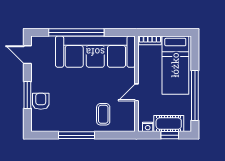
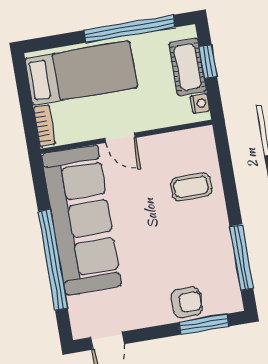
door: (136, 92) -> (120, 138), moved
window: (27, 95) -> (204, 324), moved
armchair: (41, 101) -> (187, 302), turned 180
window: (76, 135) -> (241, 257), moved

